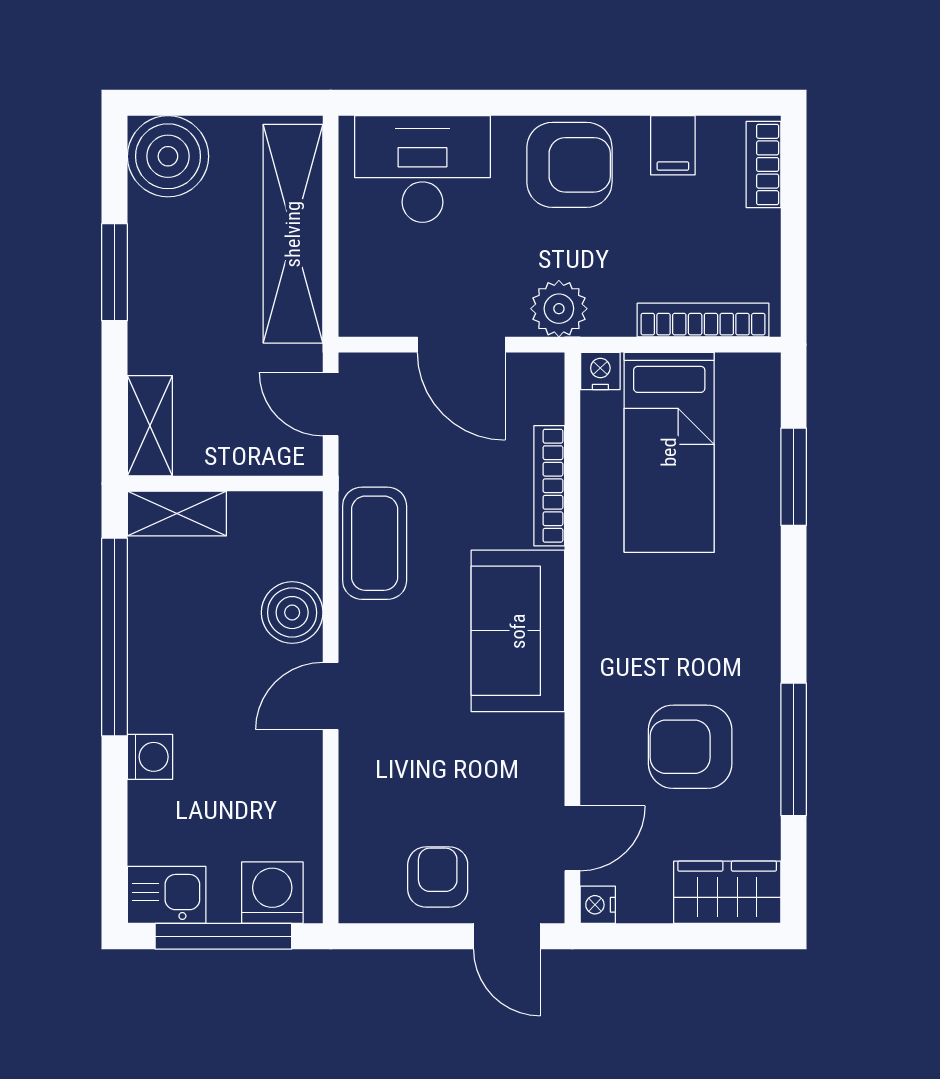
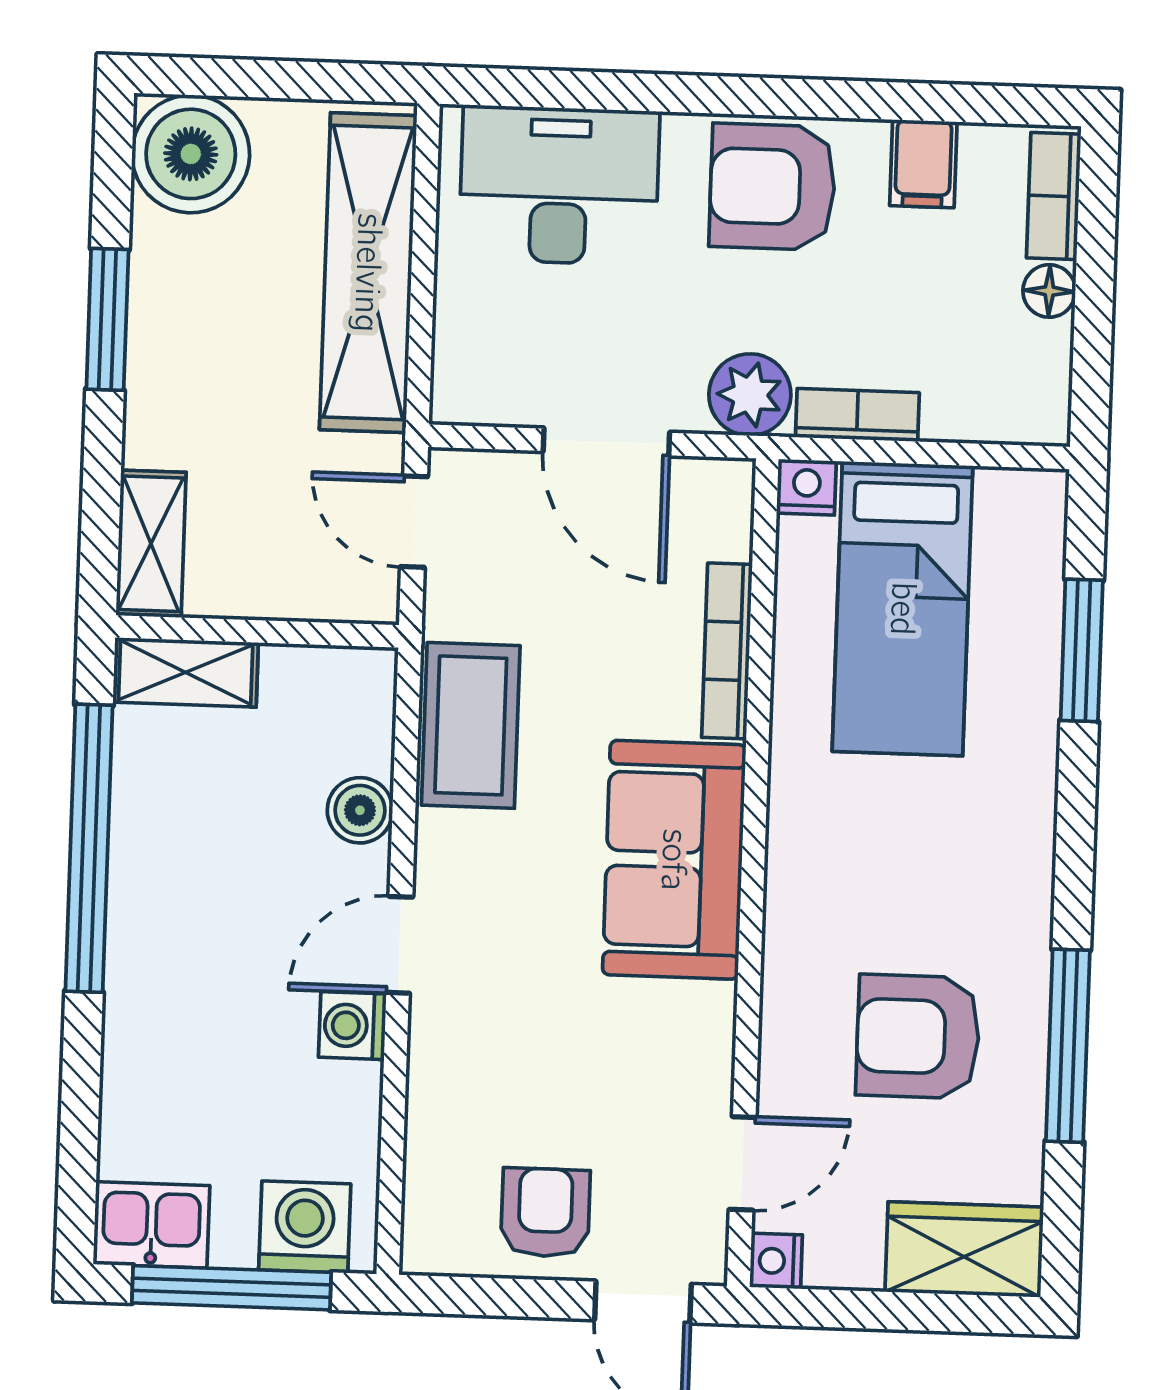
armchair: (569, 165) -> (772, 187), turned 180
floor lamp: (763, 230) -> (1049, 291), added
bookcase: (703, 320) -> (857, 415), moved, width x0.64
boiler: (292, 613) -> (360, 810), width x0.73, depth x0.73
washing machine: (150, 757) -> (352, 1026), moved, turned 180

